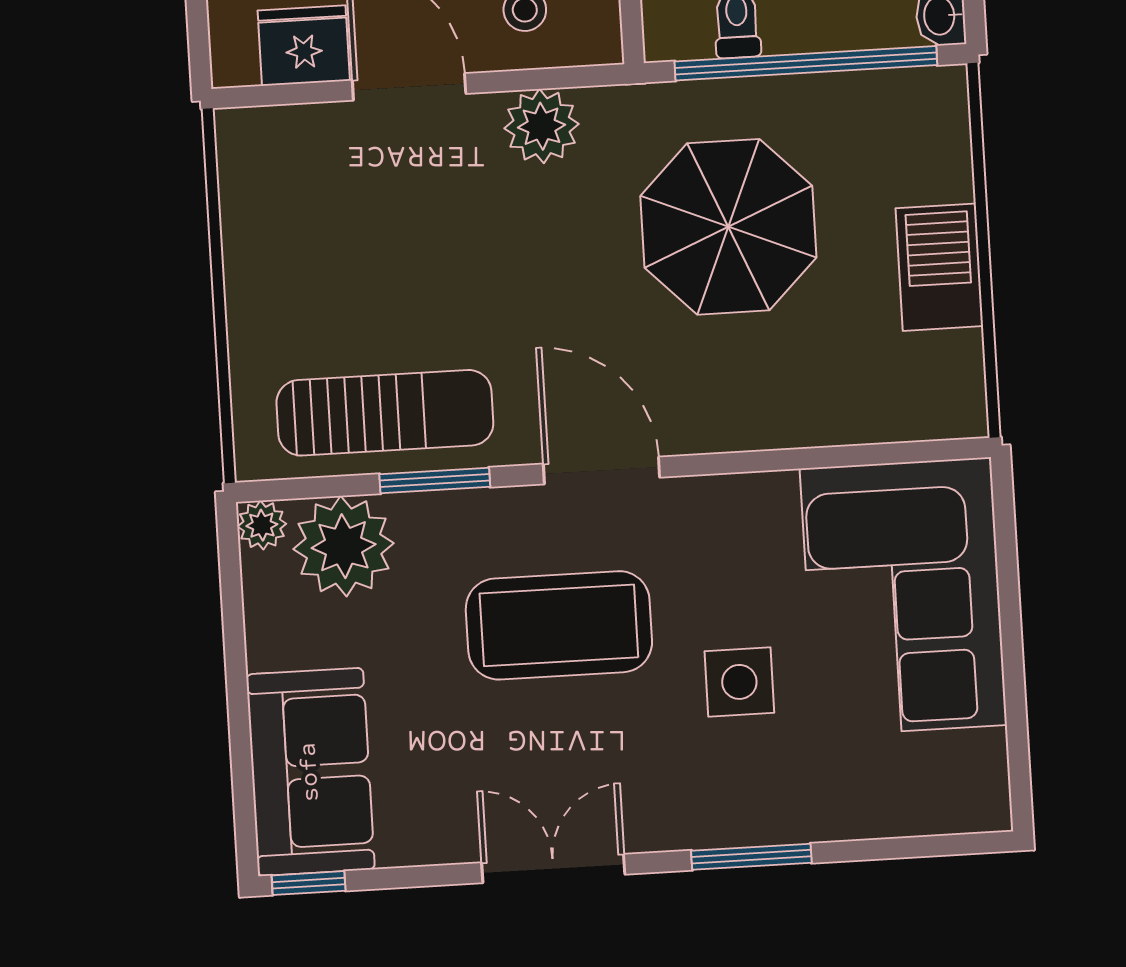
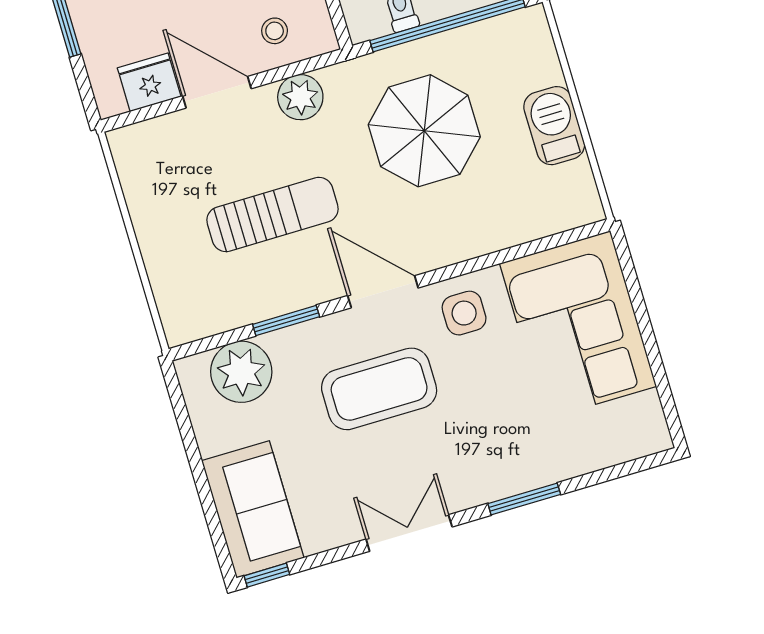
sun lounger: (385, 413) -> (272, 214), moved
plant: (262, 525) -> (190, 371), removed
side table: (739, 682) -> (464, 313), moved

